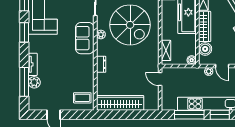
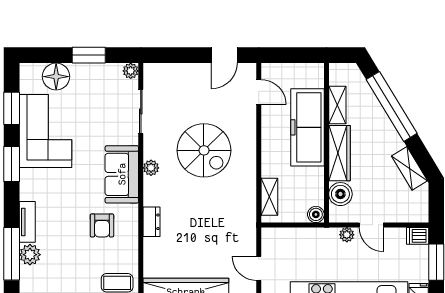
spiral stairs: (130, 25) -> (204, 150), width x0.73, depth x0.73
armchair: (74, 66) -> (102, 225), added
door: (160, 79) -> (259, 268), moved

